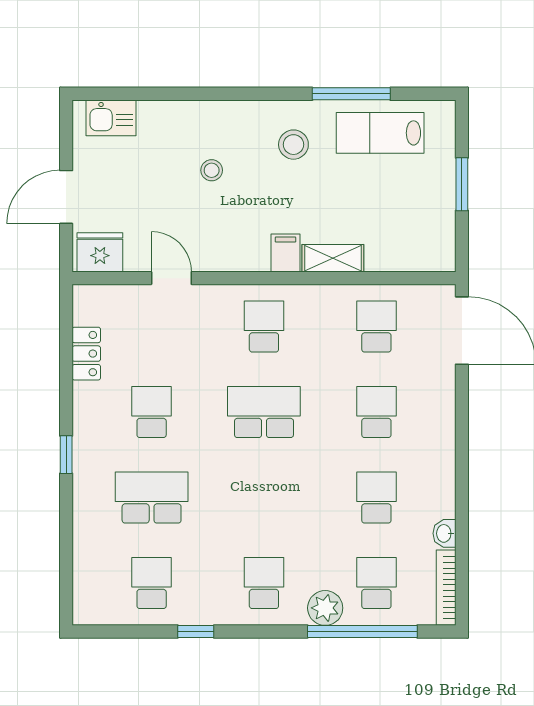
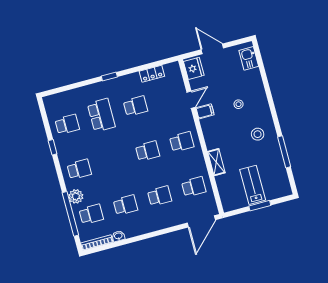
lab bench: (380, 133) -> (253, 185), moved
filing cabinet: (285, 253) -> (205, 111), moved
school desk: (264, 412) -> (148, 151), width x0.54

